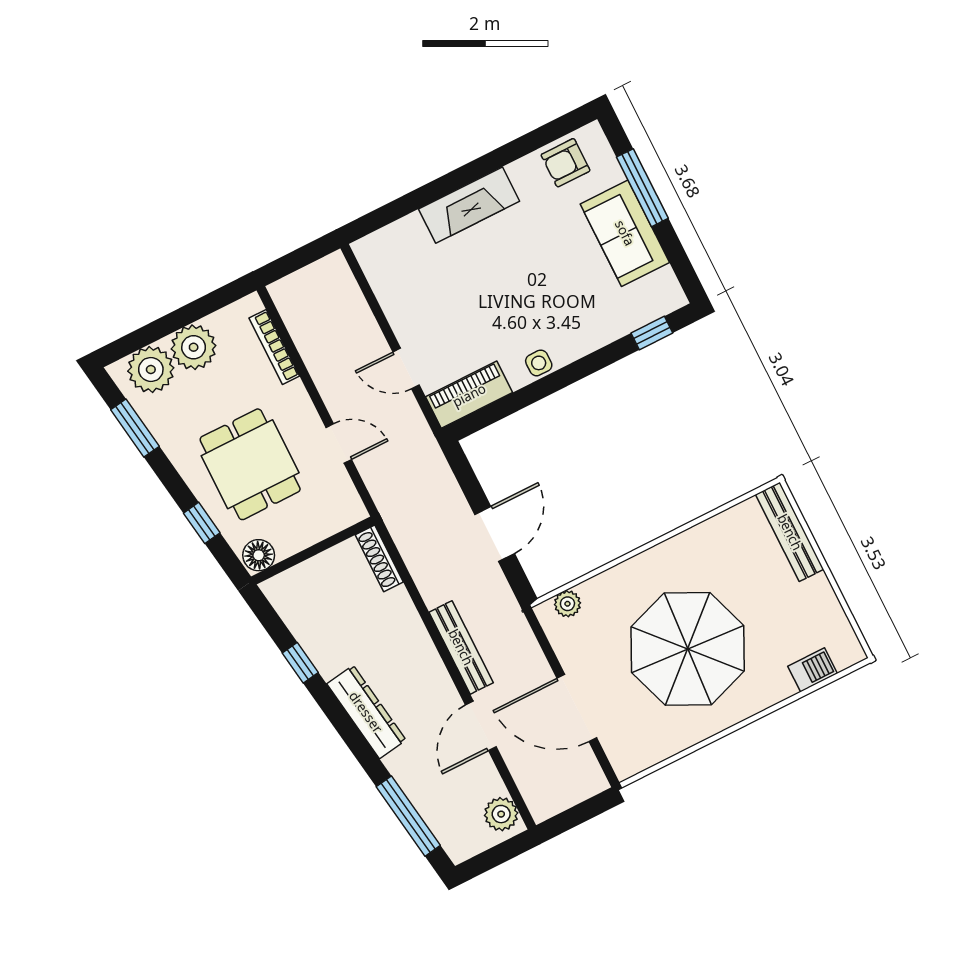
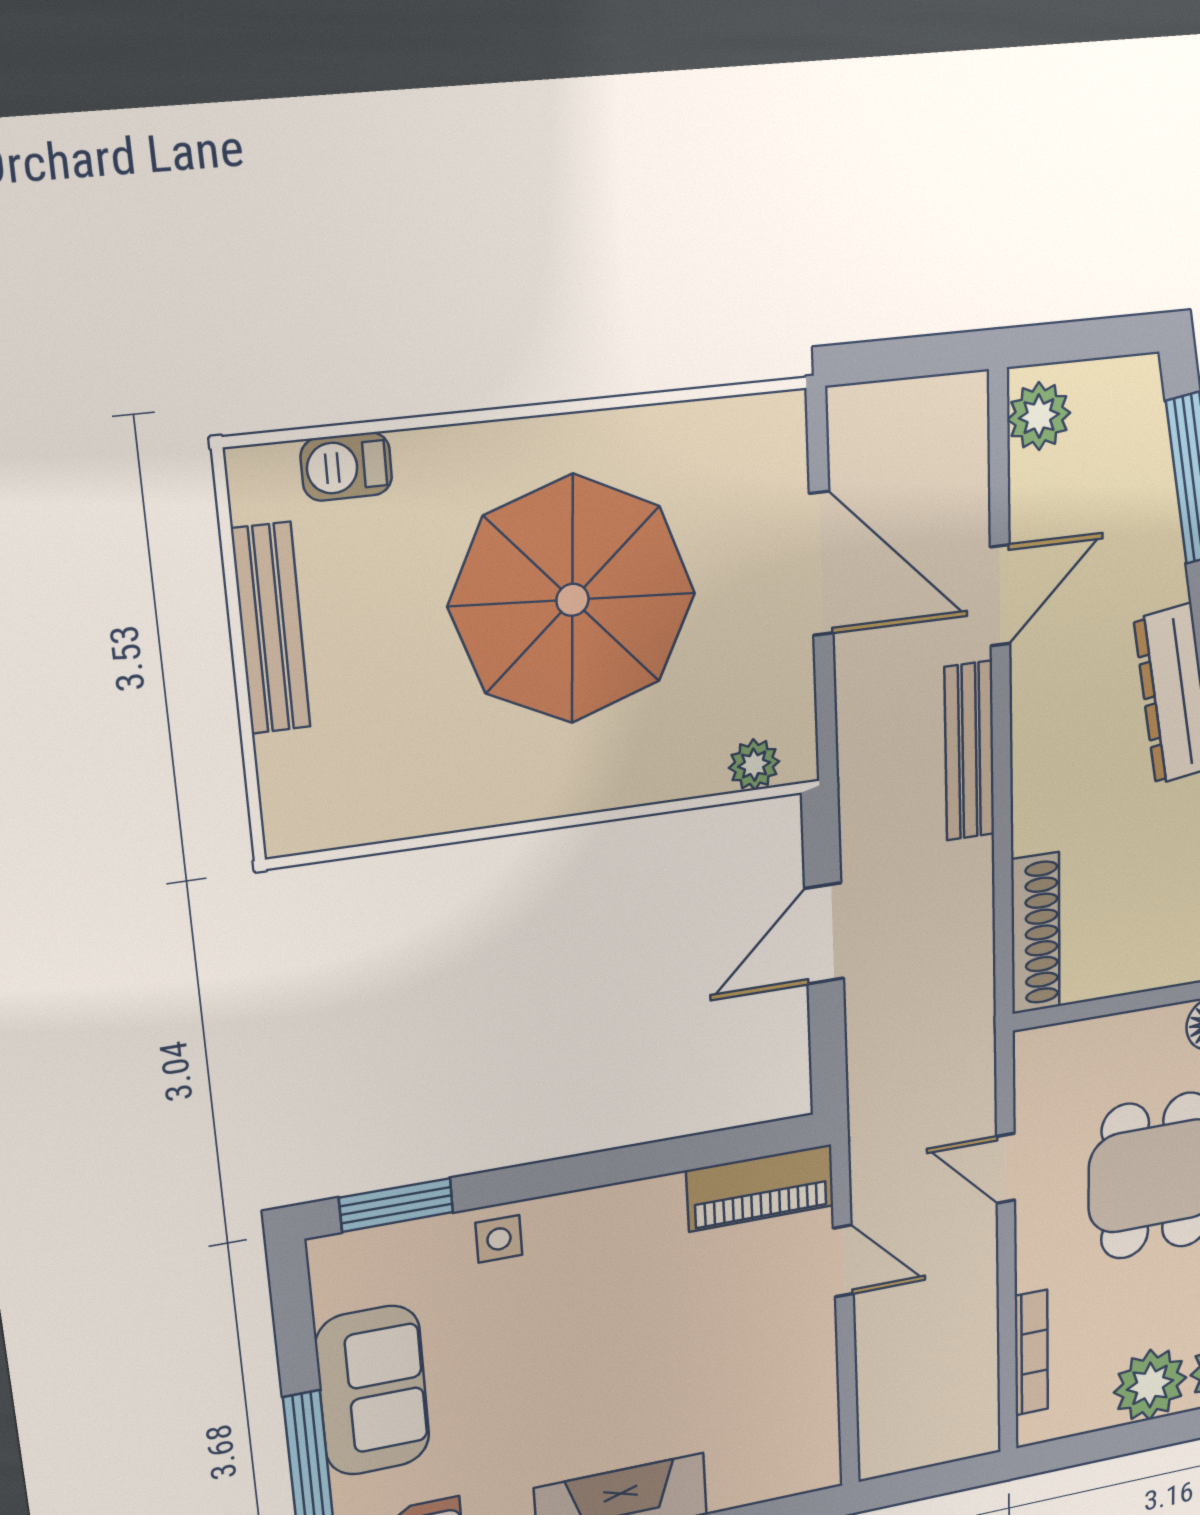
window: (652, 333) -> (396, 1205), width x1.50
side table: (539, 363) -> (499, 1239), moved
bench: (790, 532) -> (271, 629), moved
shoe rack: (379, 558) -> (1035, 933), width x1.36, depth x1.24

